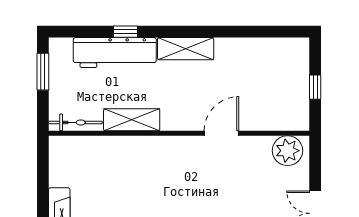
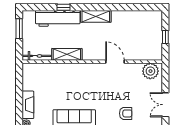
door: (221, 133) -> (115, 62), hinge flipped

